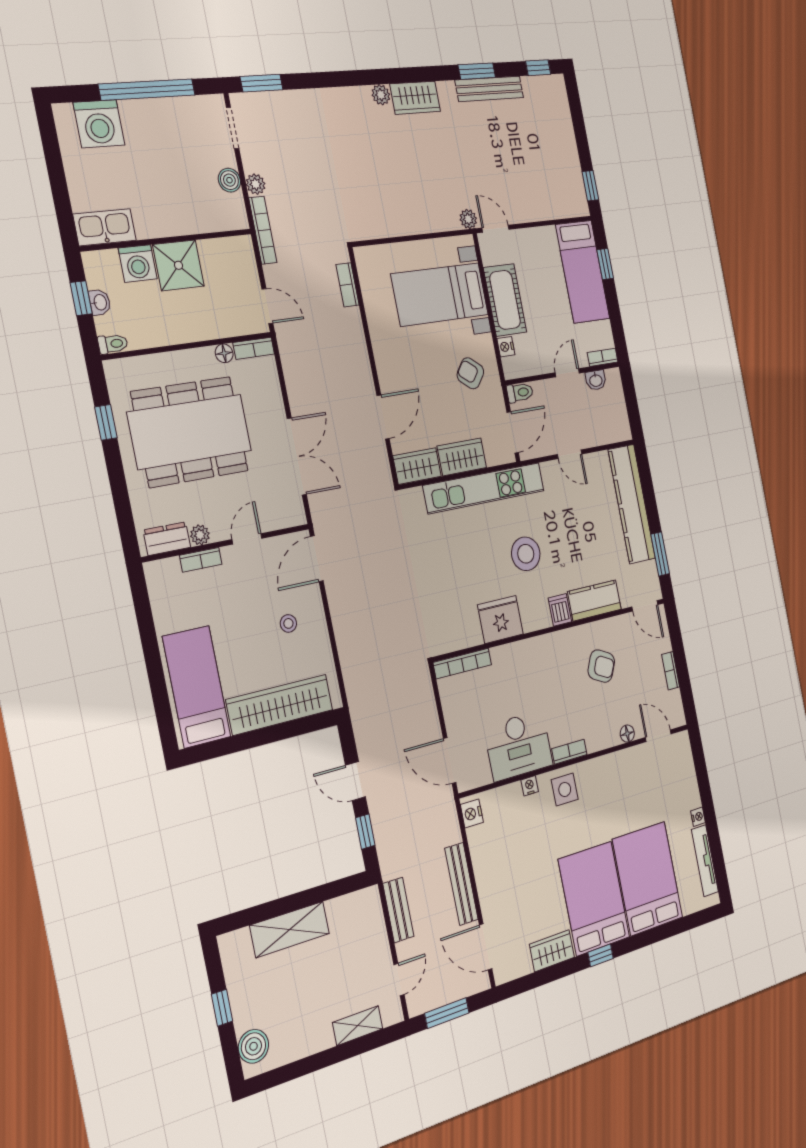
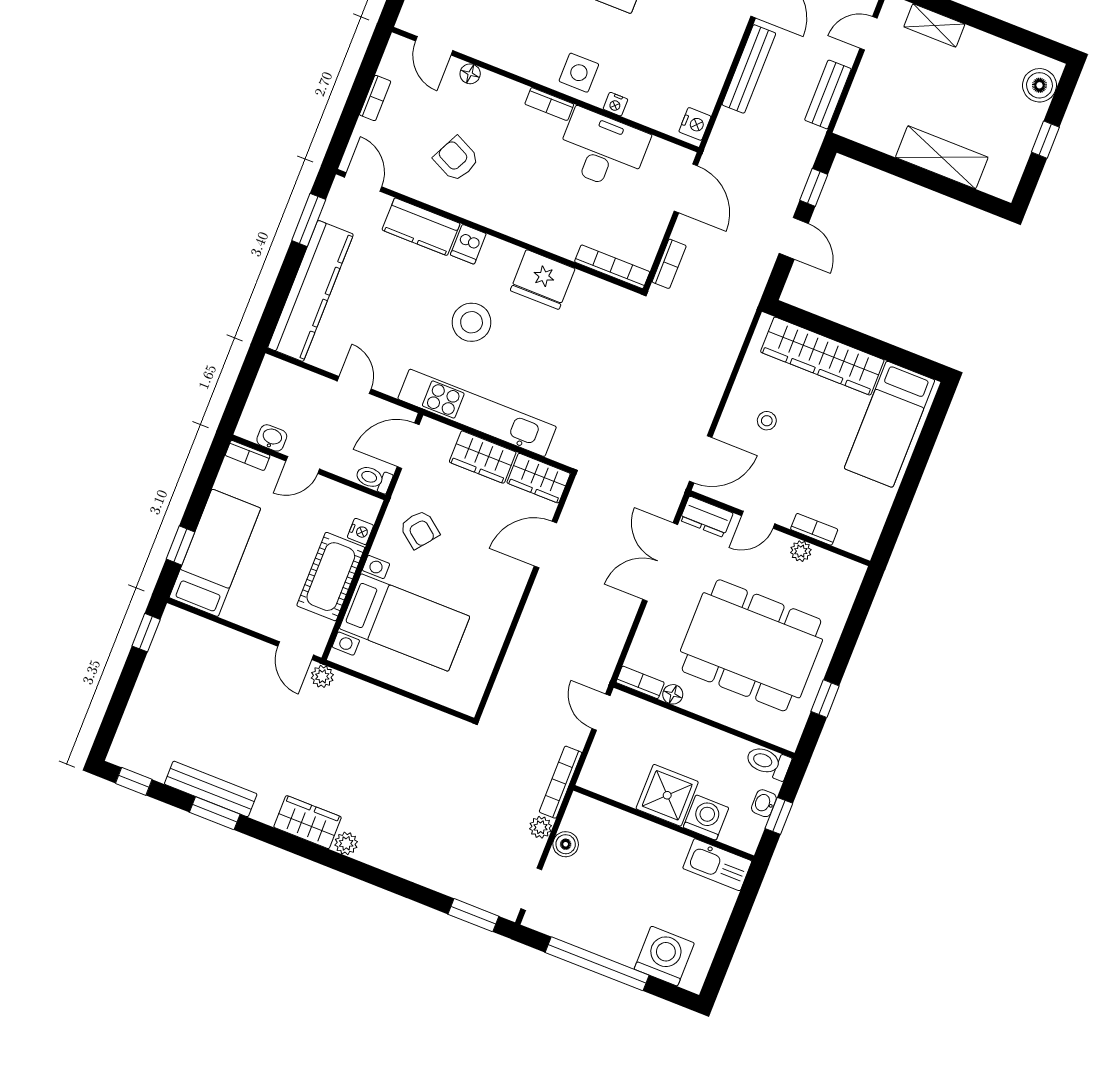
bookcase: (347, 285) -> (669, 264), moved
toilet: (113, 344) -> (768, 762), width x1.37, depth x1.39
dresser: (167, 539) -> (706, 517), moved

